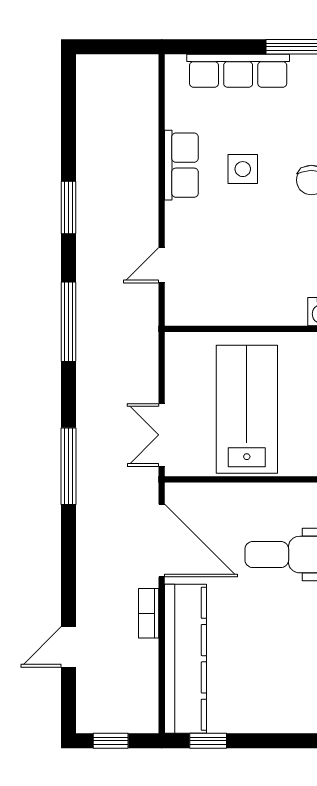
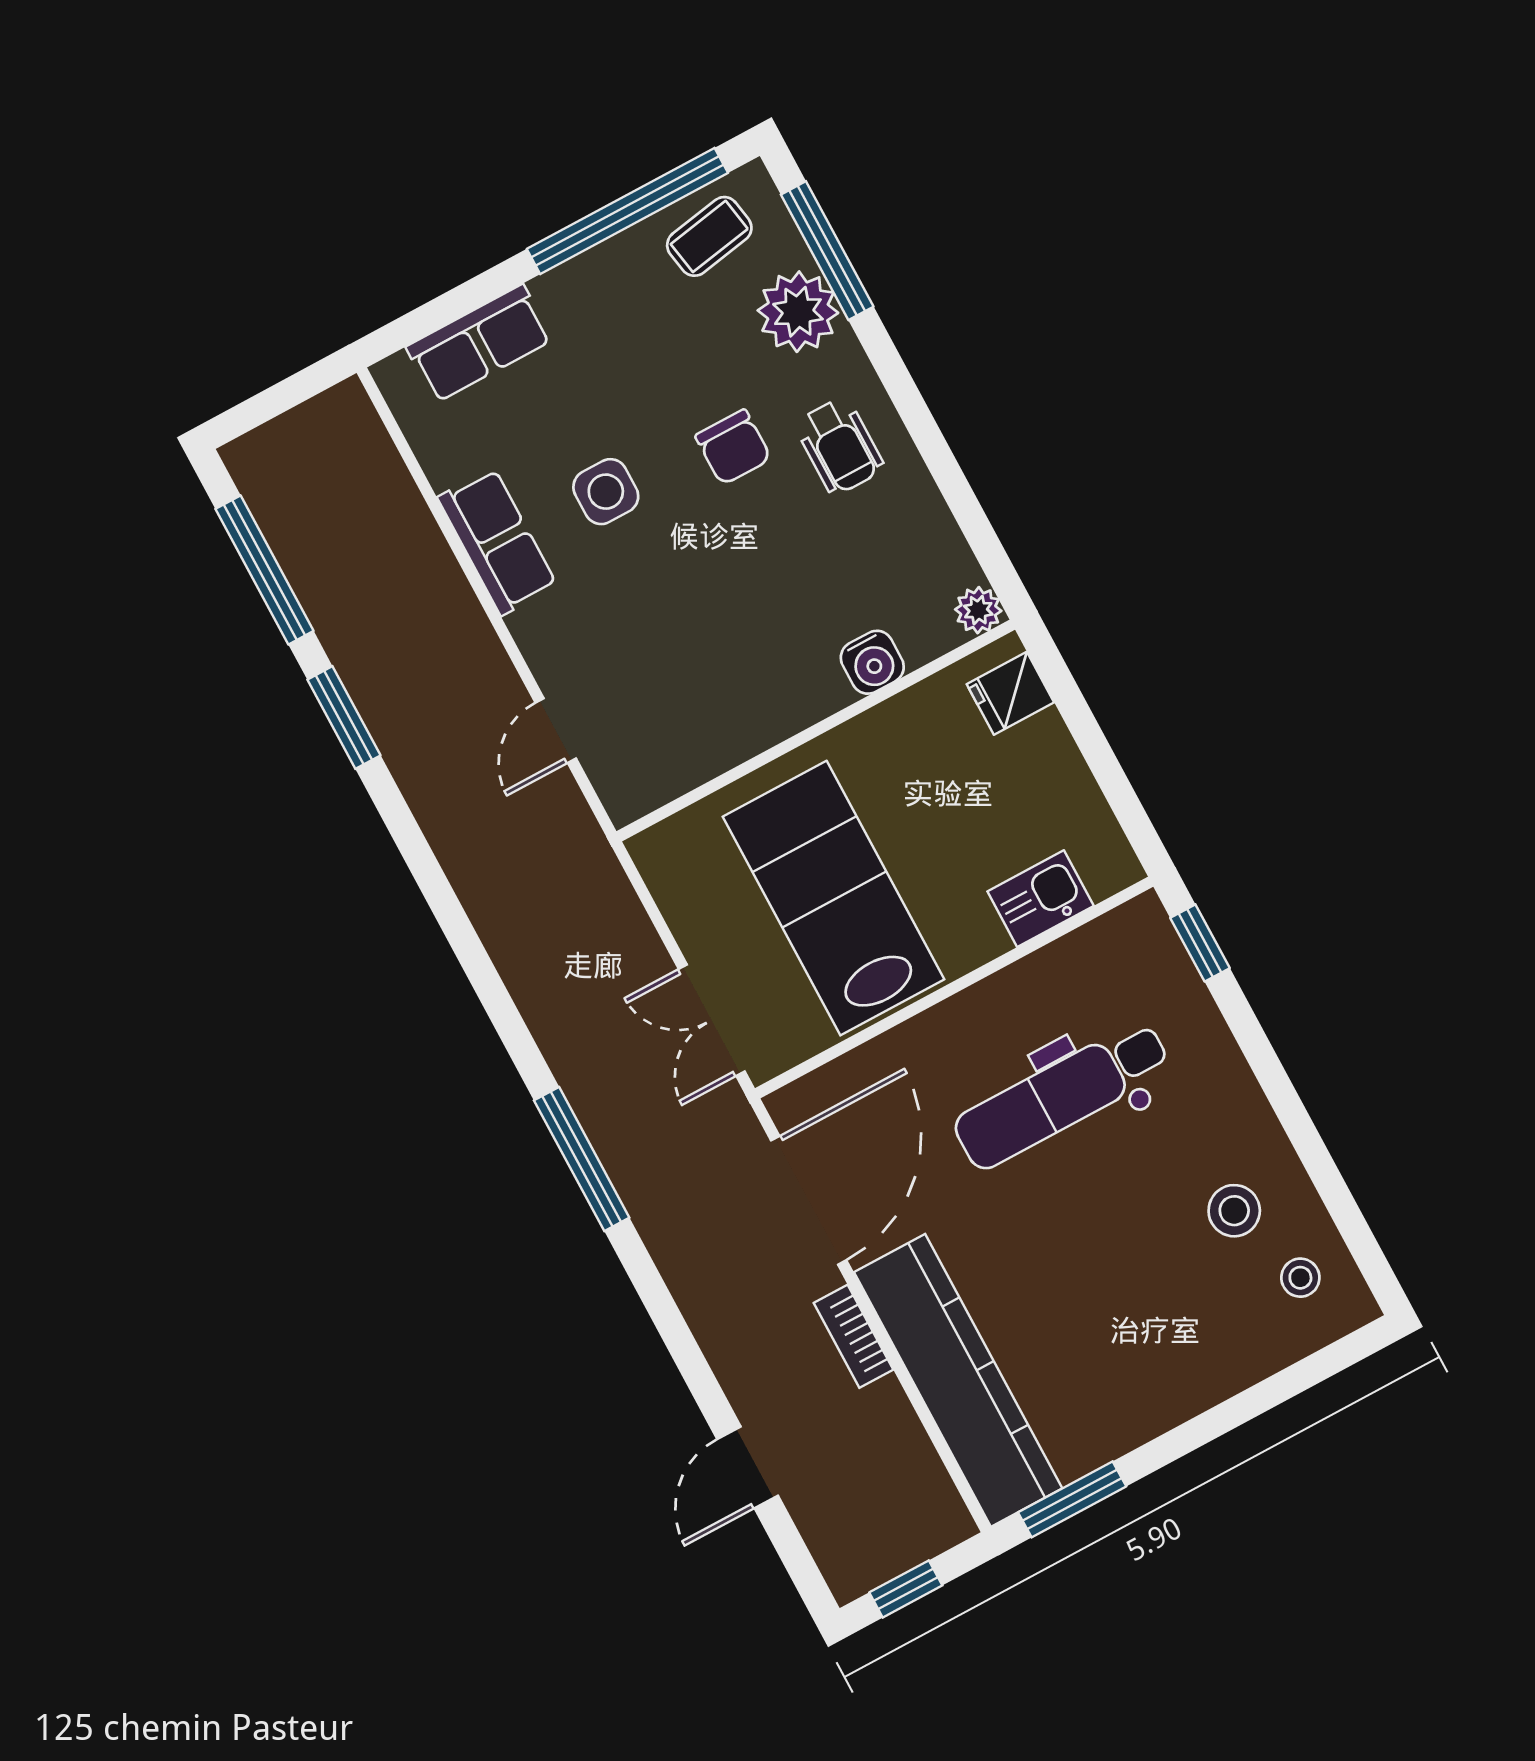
row of seats: (238, 71) -> (479, 343), width x0.68
window: (69, 322) -> (264, 570), moved
door: (162, 540) -> (809, 1200), hinge flipped
window: (208, 741) -> (1072, 1499), width x1.50

